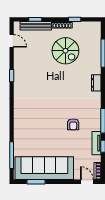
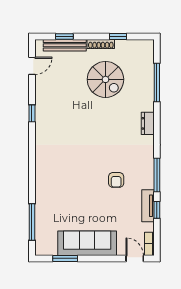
door: (12, 41) -> (32, 66), hinge flipped
sofa: (44, 168) -> (87, 243), width x0.74, depth x0.79

